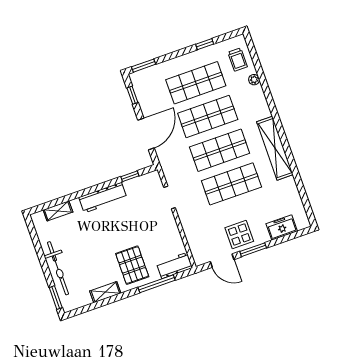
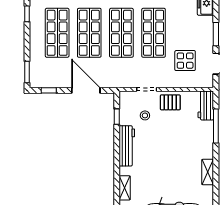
stool: (141, 205) -> (145, 115), added
display table: (239, 235) -> (185, 61), moved
pallet: (132, 265) -> (170, 102), moved, width x0.67, depth x0.71

